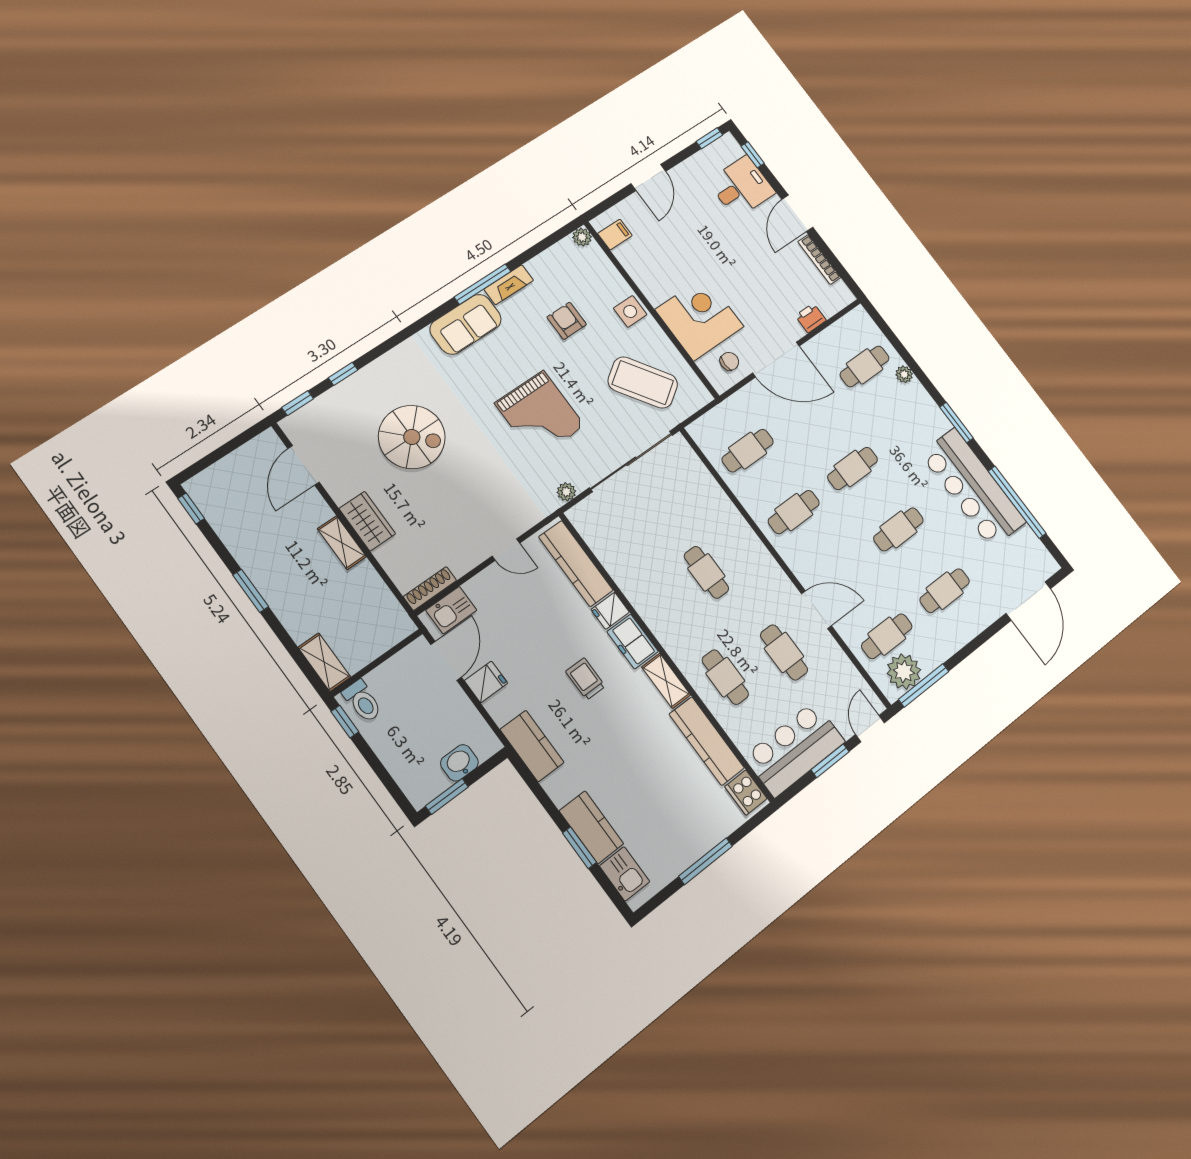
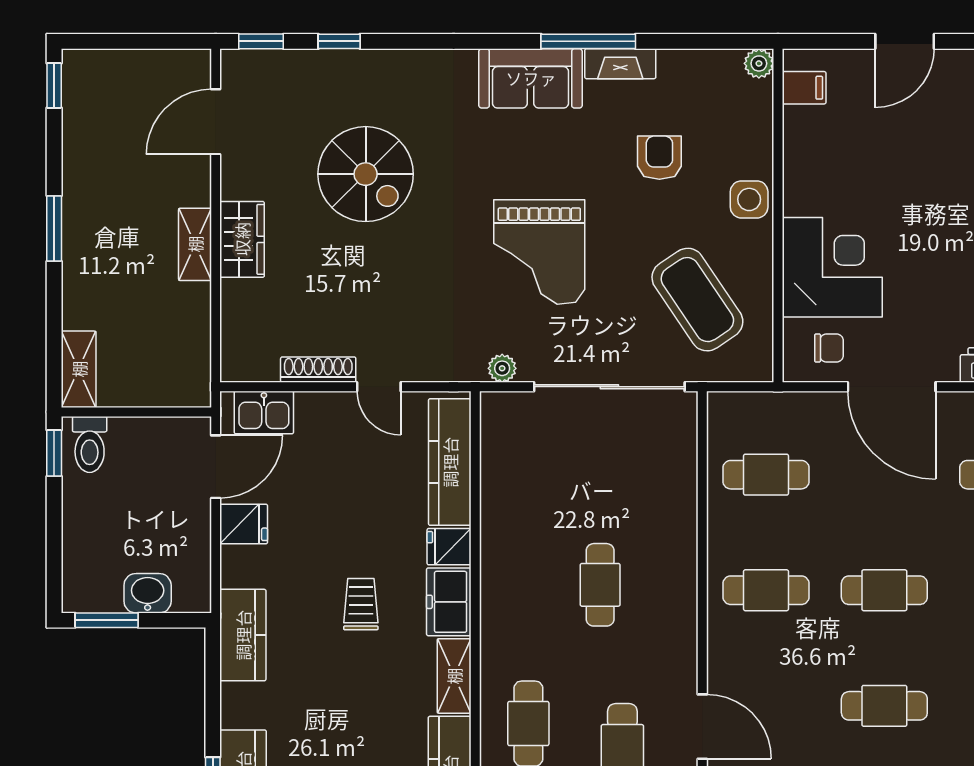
shoe rack: (430, 588) -> (318, 370), moved

